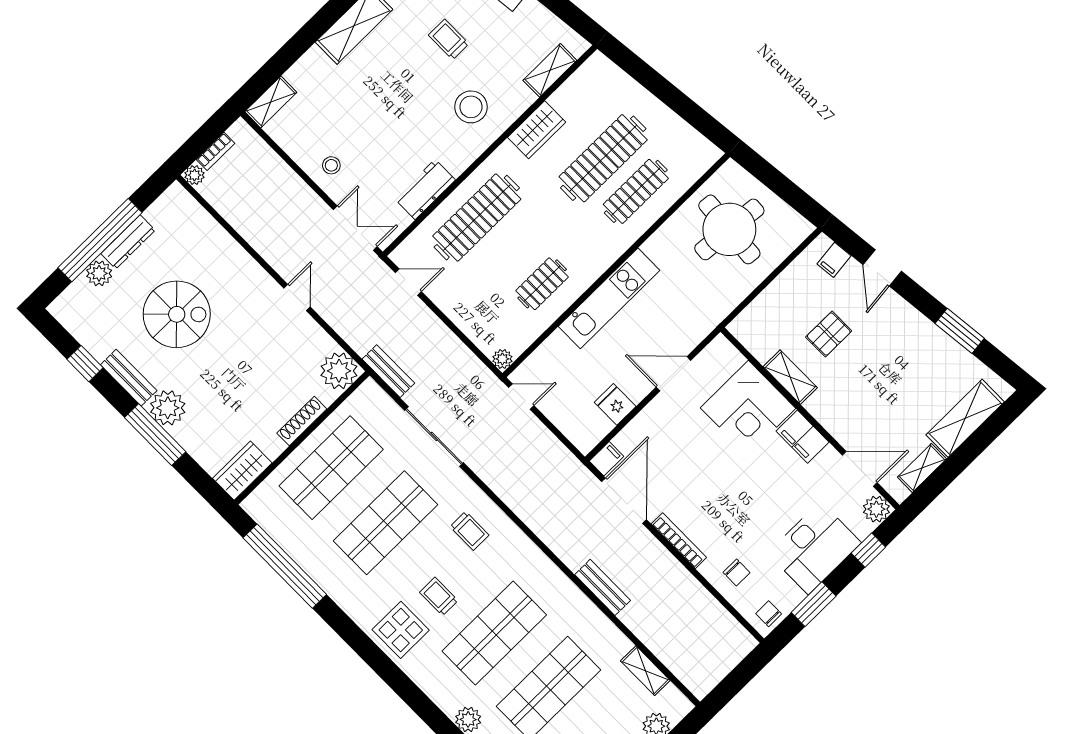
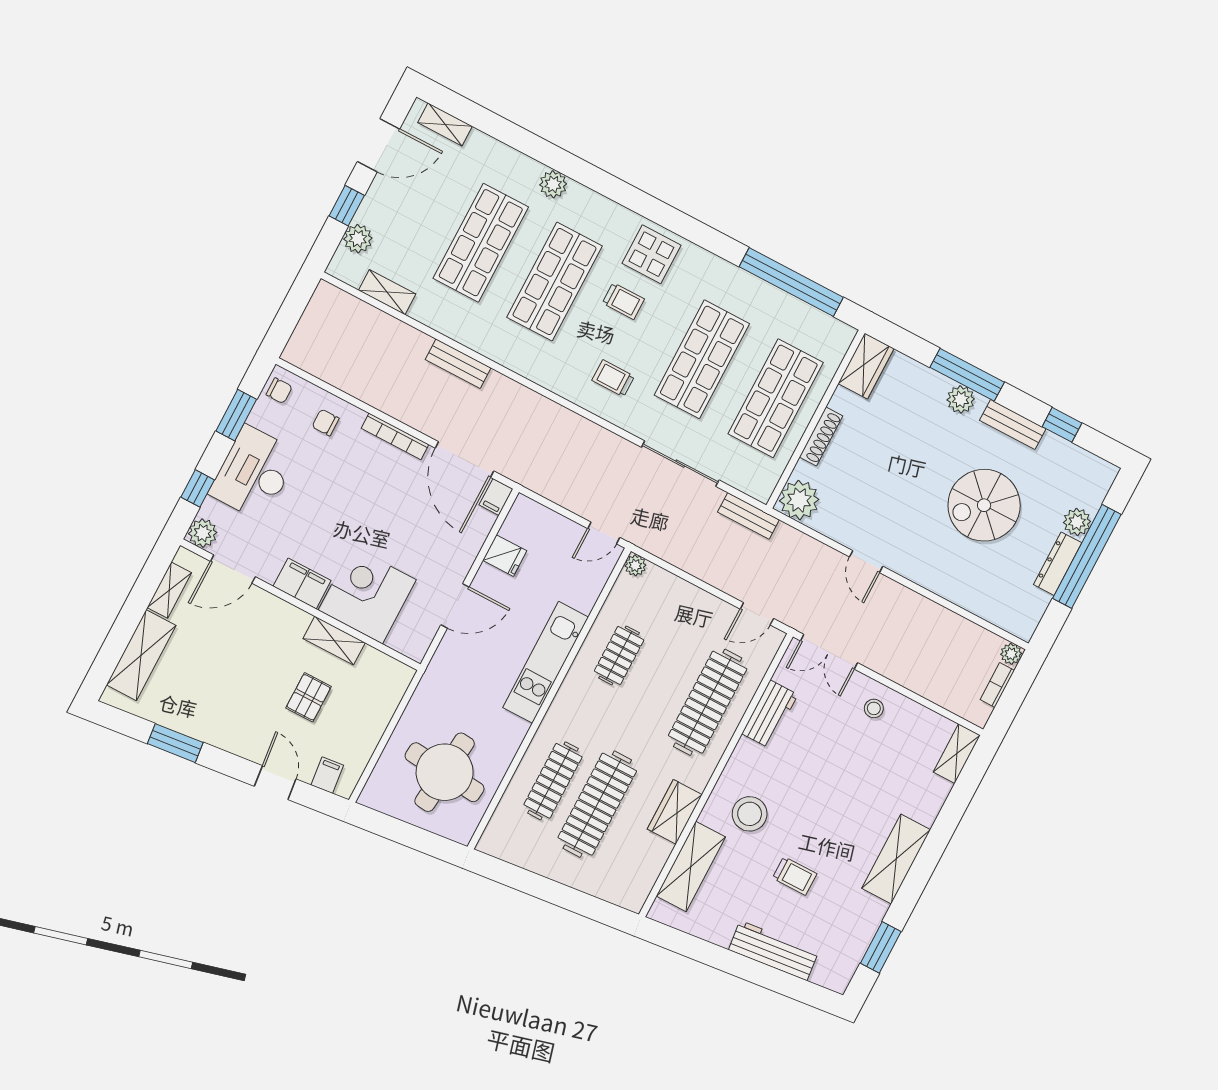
shelving: (550, 70) -> (691, 867), width x1.50, depth x1.33
plant: (168, 408) -> (961, 399), width x0.73, depth x0.73

